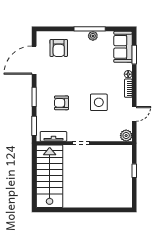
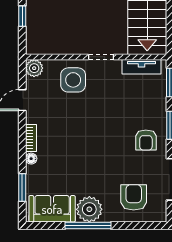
plant: (93, 36) -> (89, 209), width x1.88, depth x1.88
sofa: (123, 47) -> (52, 209), moved, turned -90
side table: (99, 102) -> (73, 80), moved
armchair: (61, 103) -> (146, 140), moved, turned 90

